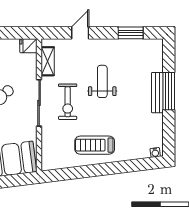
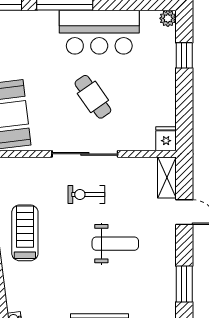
shelving: (48, 61) -> (167, 177), moved, turned 90
exercise bike: (68, 102) -> (86, 194), width x0.73, depth x0.72

